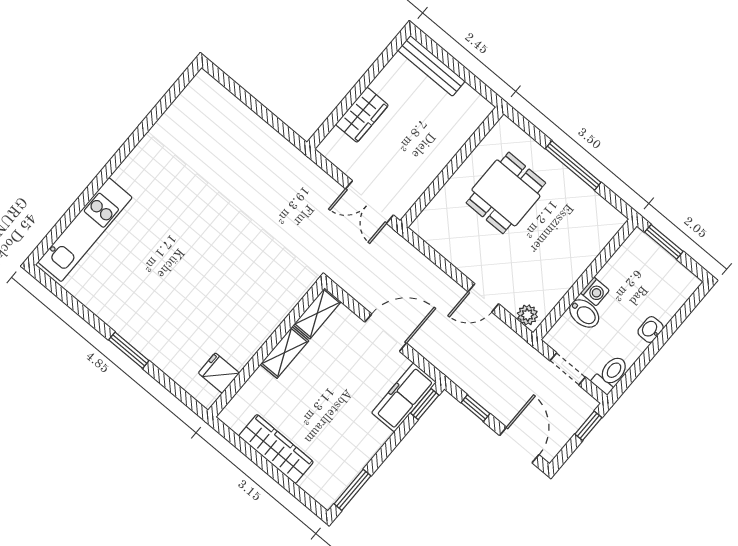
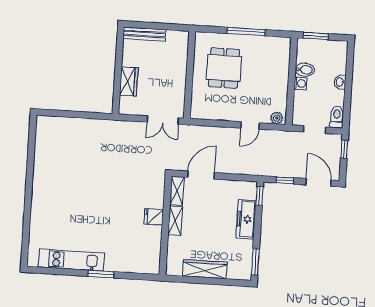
kitchen unit: (85, 230) -> (71, 260), moved, turned -90
bidet: (584, 313) -> (305, 70), moved
door: (386, 333) -> (201, 175), moved
fridge: (219, 373) -> (154, 217), moved
freezer: (404, 397) -> (246, 219), moved

